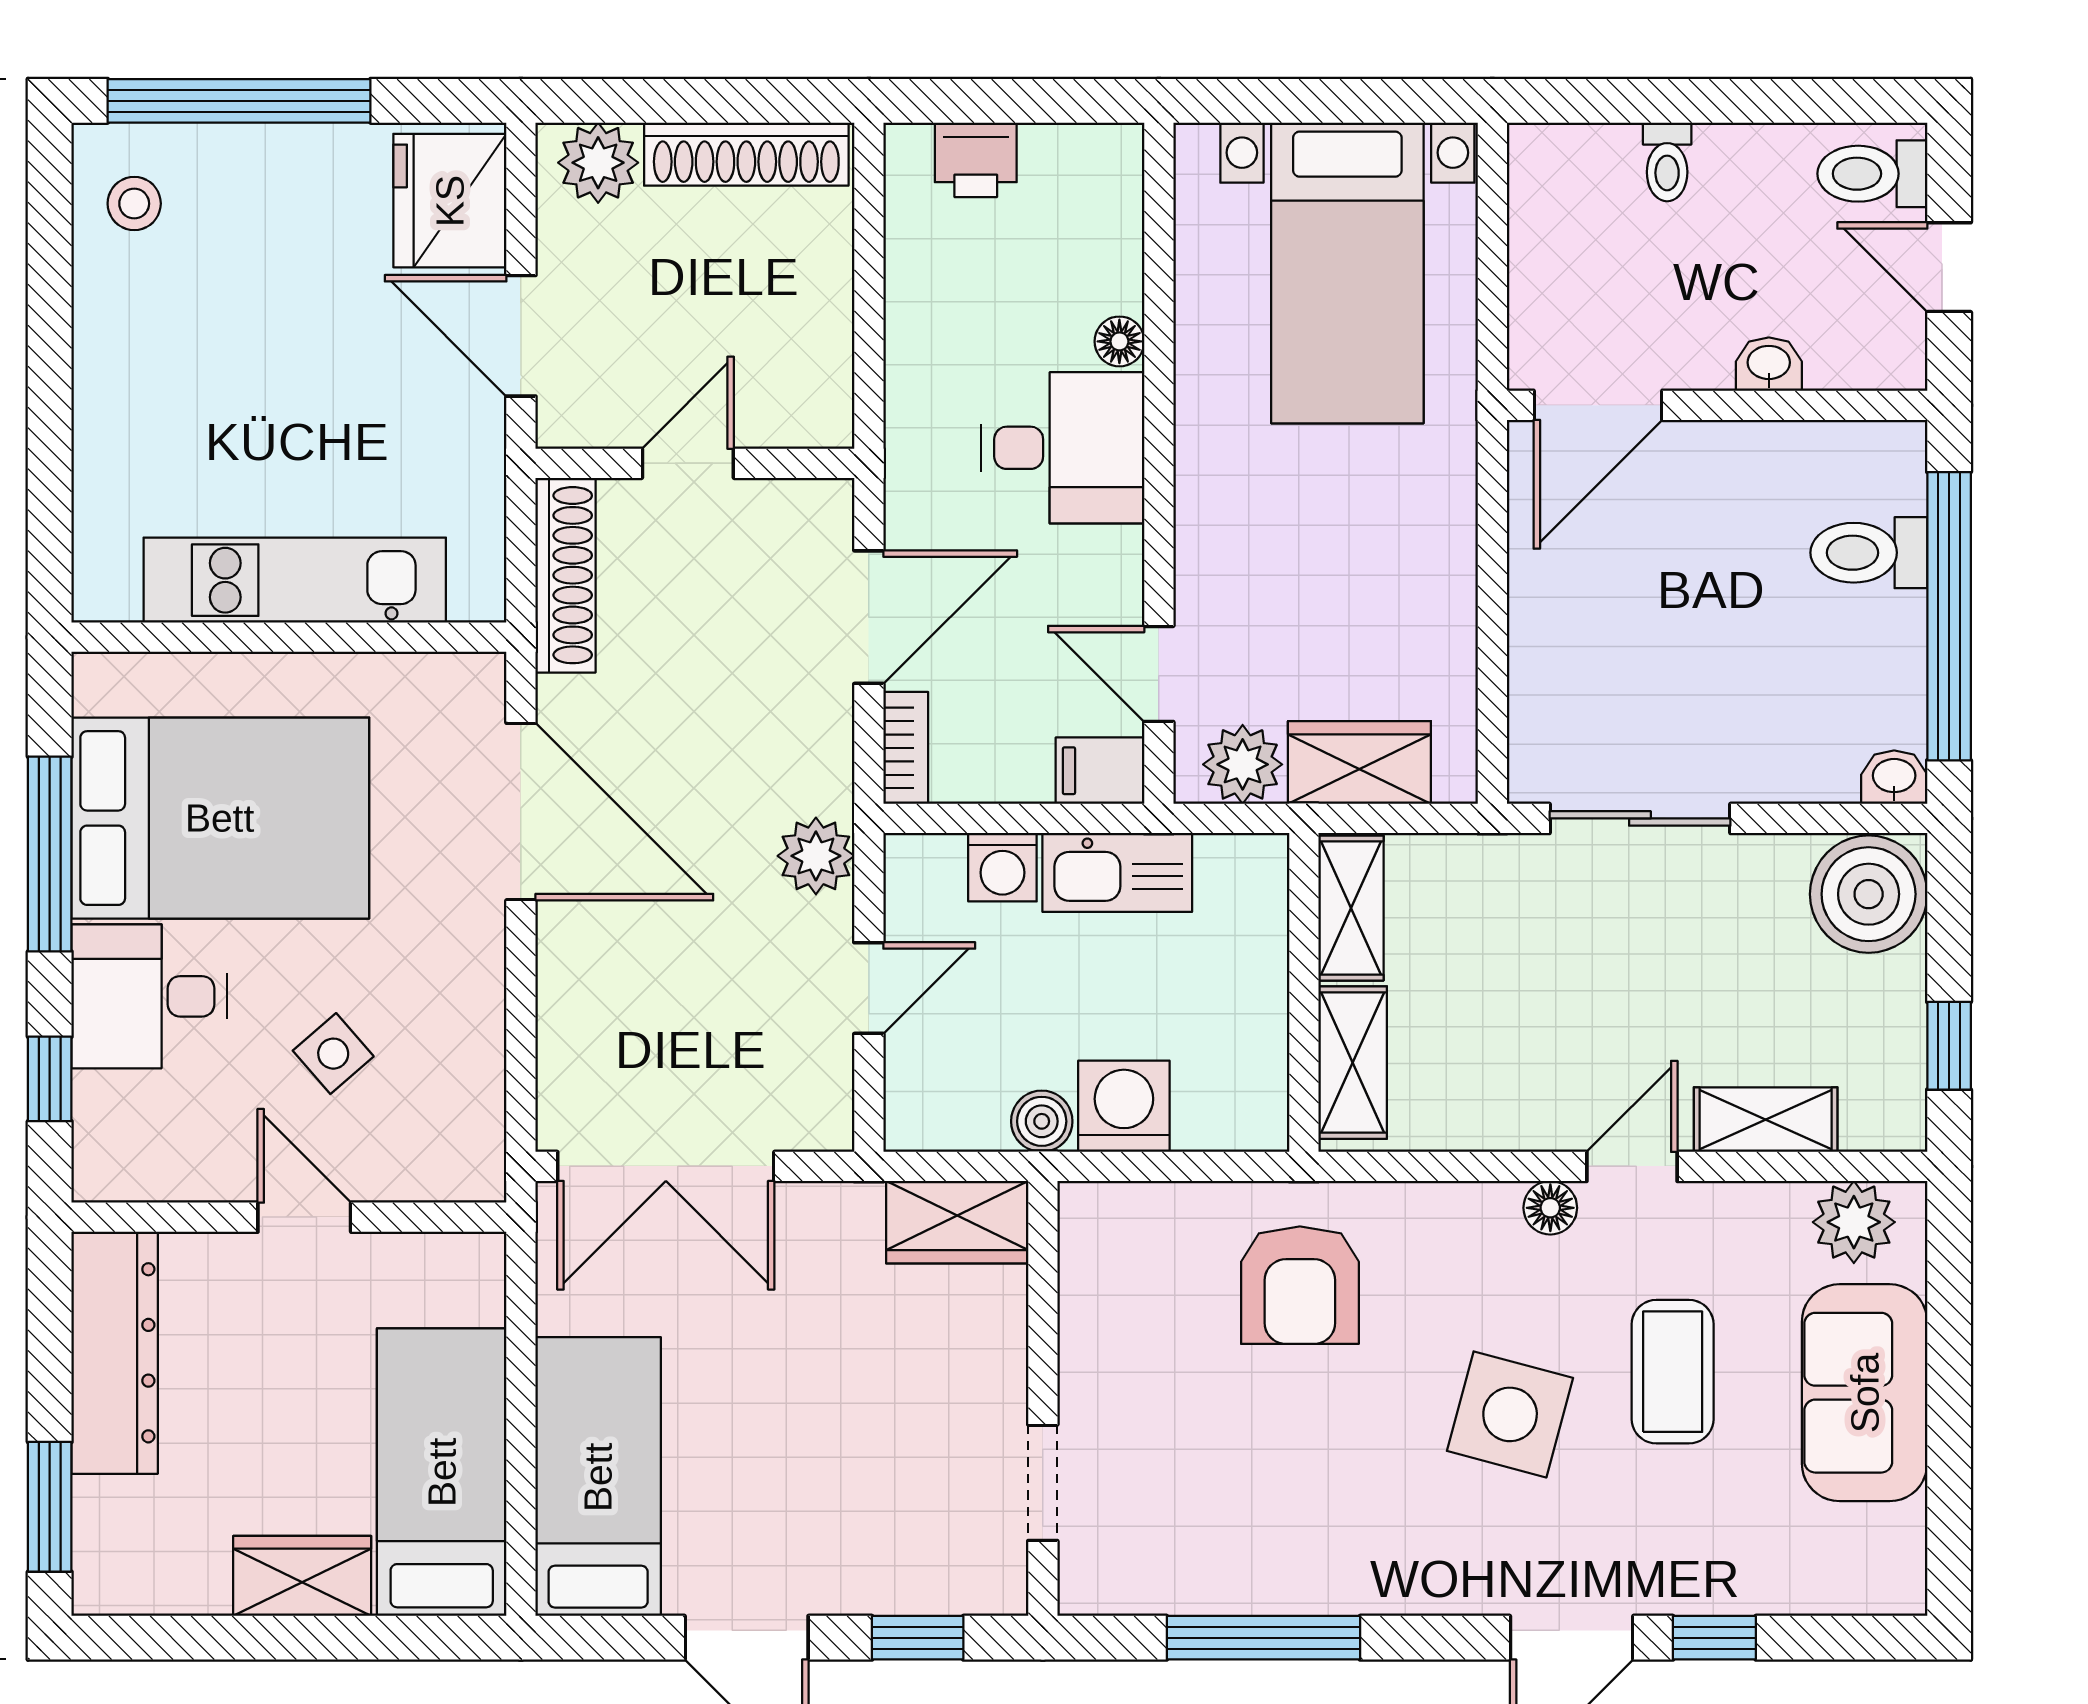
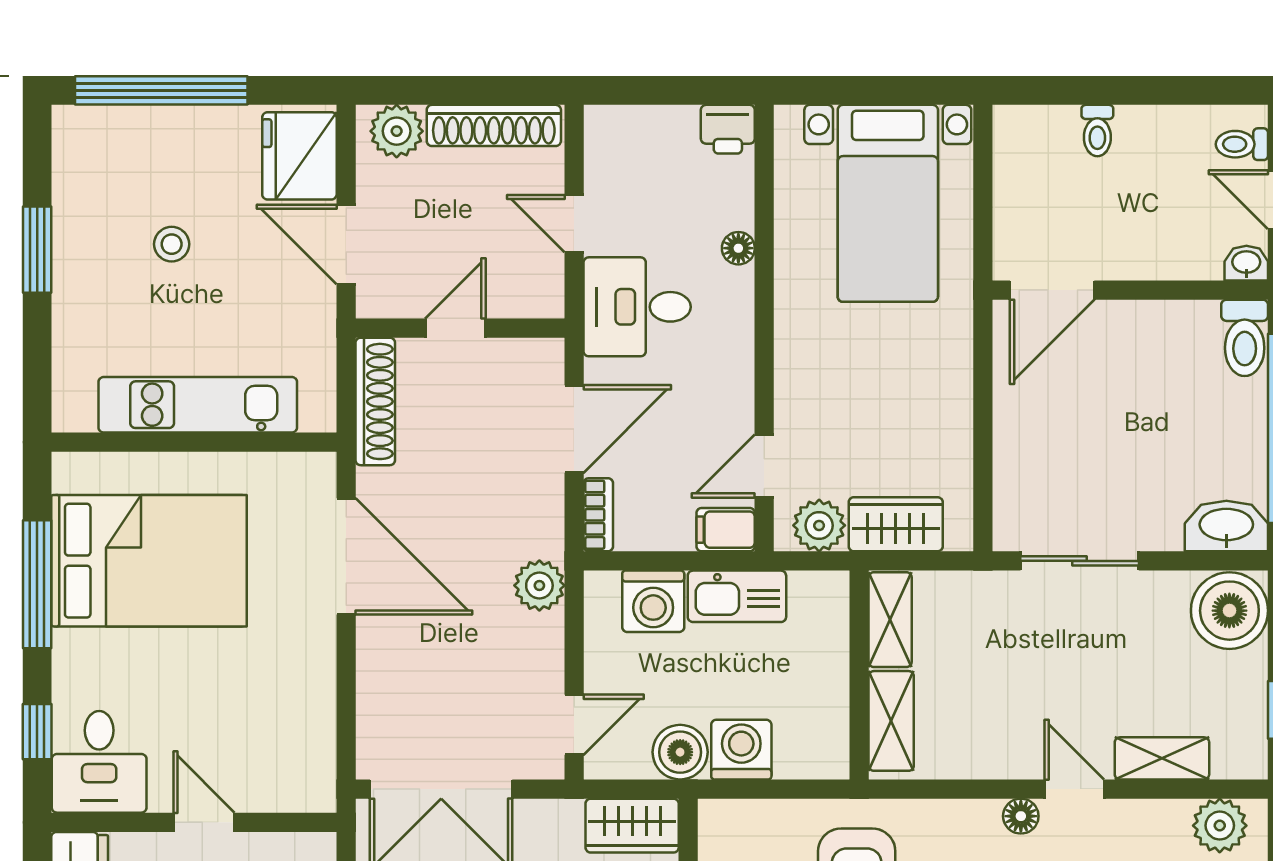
printer: (976, 160) -> (728, 129), moved
toilet: (1872, 174) -> (1242, 144), width x0.73, depth x0.72
stool: (134, 204) -> (172, 244), moved
door: (869, 304) -> (574, 224), added
window: (50, 344) -> (37, 250), added
washbasin: (1769, 364) -> (1246, 263), moved
desk: (1063, 448) -> (637, 307), moved, turned 180
toilet: (1869, 553) -> (1245, 338), moved, turned -90
door: (1159, 674) -> (764, 466), hinge flipped
washbasin: (1894, 777) -> (1226, 526), width x1.91, depth x1.45
washing machine: (1002, 867) -> (653, 601), width x1.38, depth x1.38
door: (869, 988) -> (574, 725), moved
desk: (149, 996) -> (99, 762), moved, turned -90
side table: (333, 1054) -> (223, 715), removed
boiler: (1042, 1121) -> (680, 752), width x1.36, depth x1.36
door: (1632, 1166) -> (1074, 789), hinge flipped

